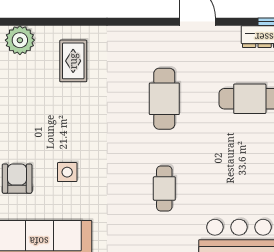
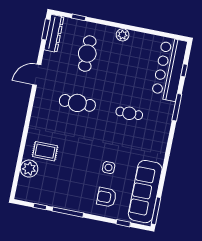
plant: (20, 40) -> (29, 169), moved

